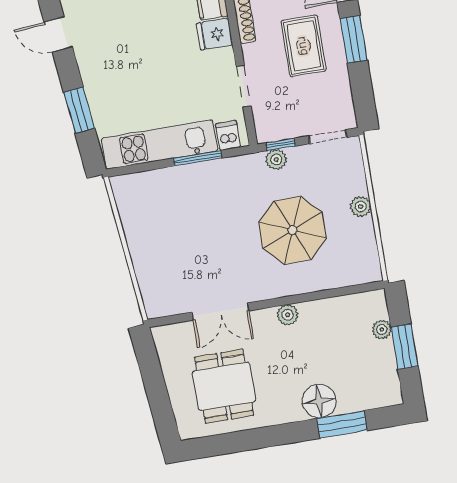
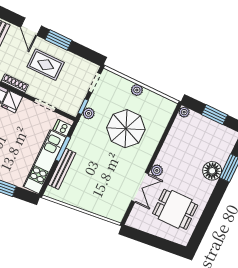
bench: (167, 177) -> (62, 169), added
plant: (288, 315) -> (157, 170), moved
plant: (382, 329) -> (184, 112), moved

